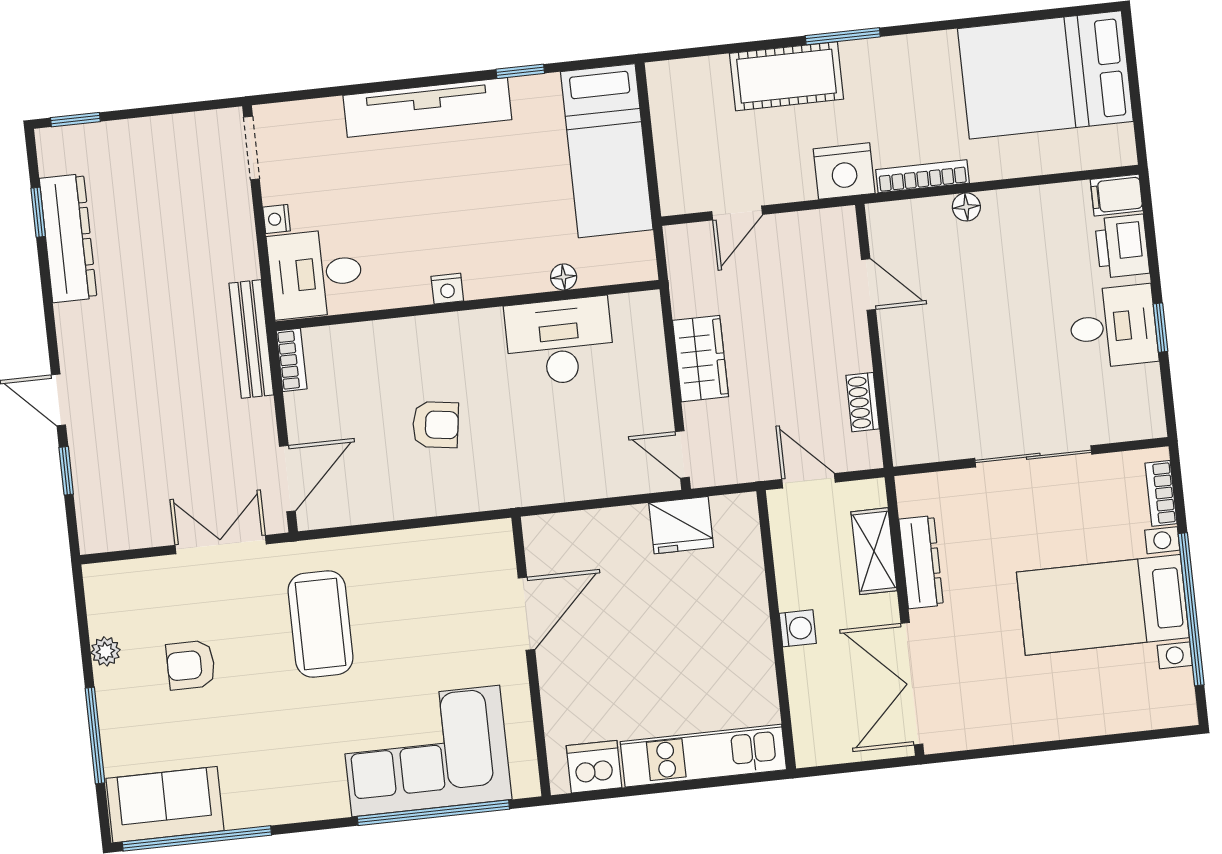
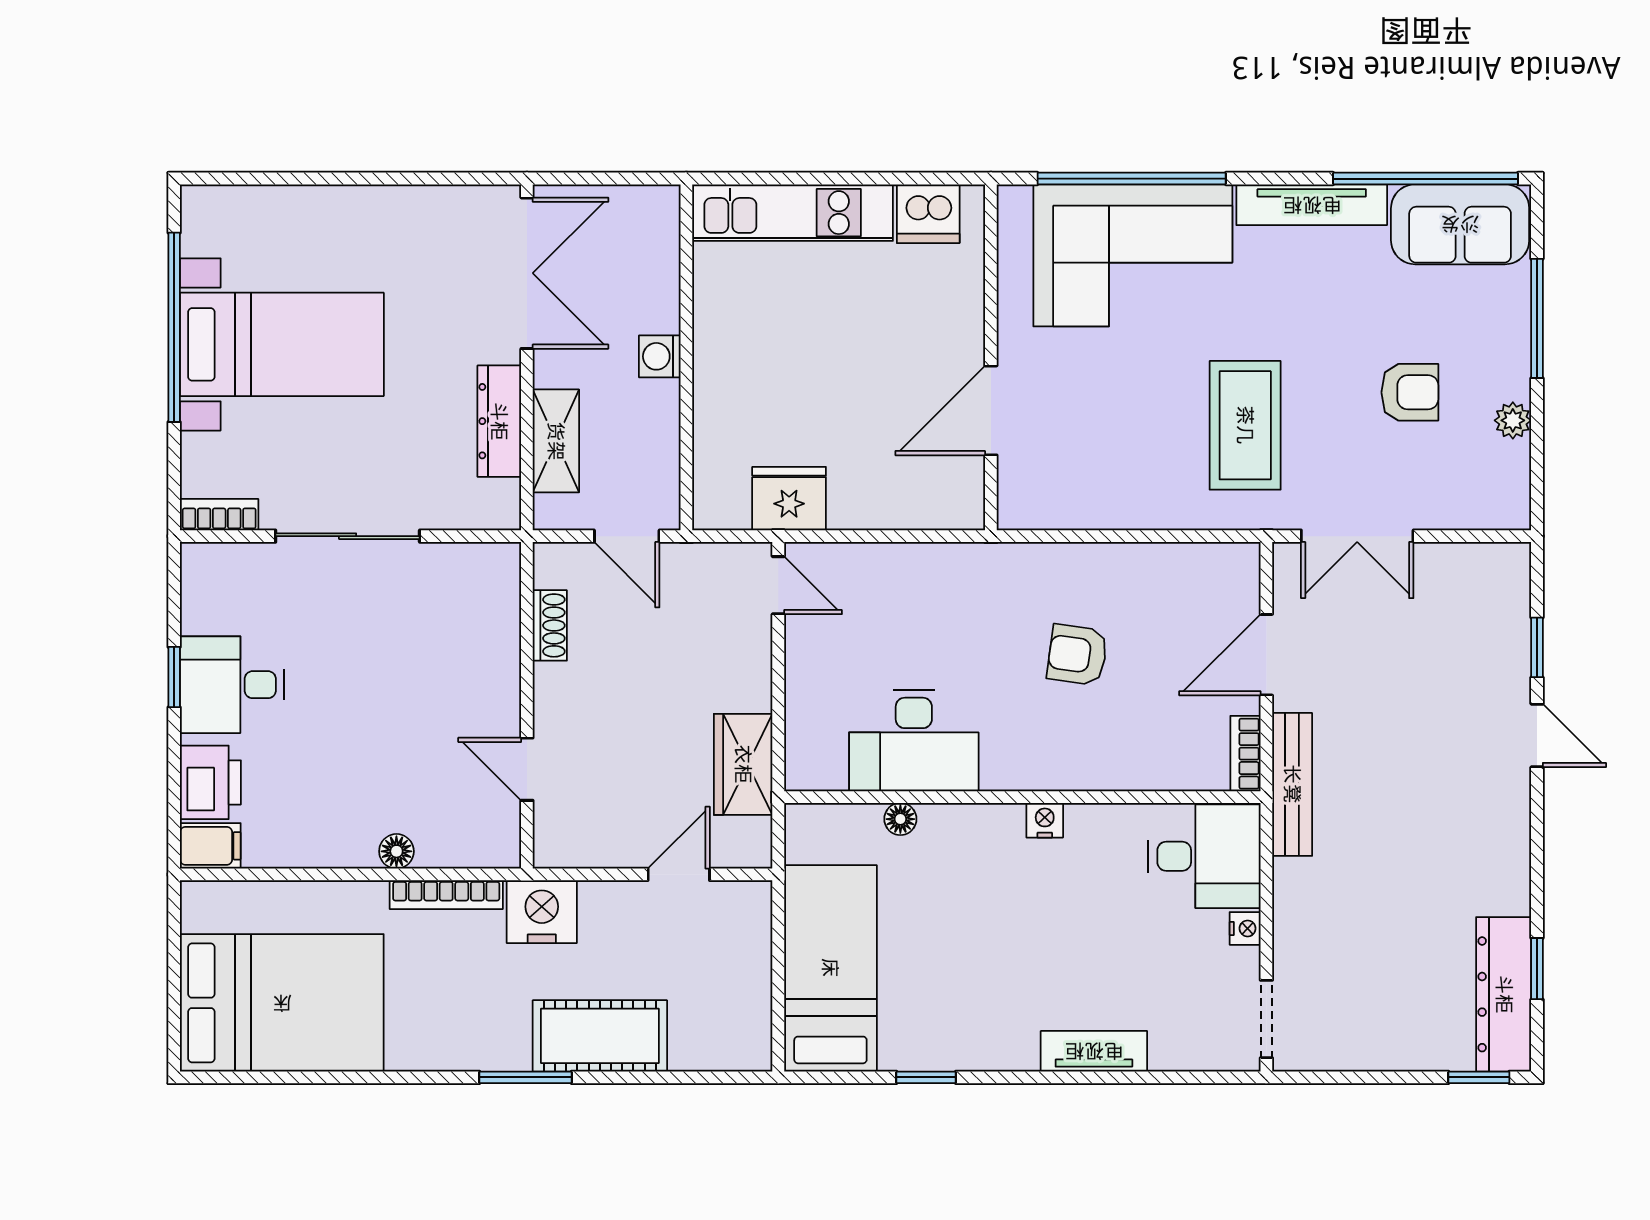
tv unit: (427, 107) -> (1094, 1051), width x0.52, depth x0.78
dresser: (68, 238) -> (1504, 994), moved
wardrobe: (701, 359) -> (743, 764), moved
door: (287, 479) -> (1266, 655), moved
bookcase: (1161, 493) -> (219, 515), moved, turned -90
tv unit: (286, 807) -> (1312, 205), added

